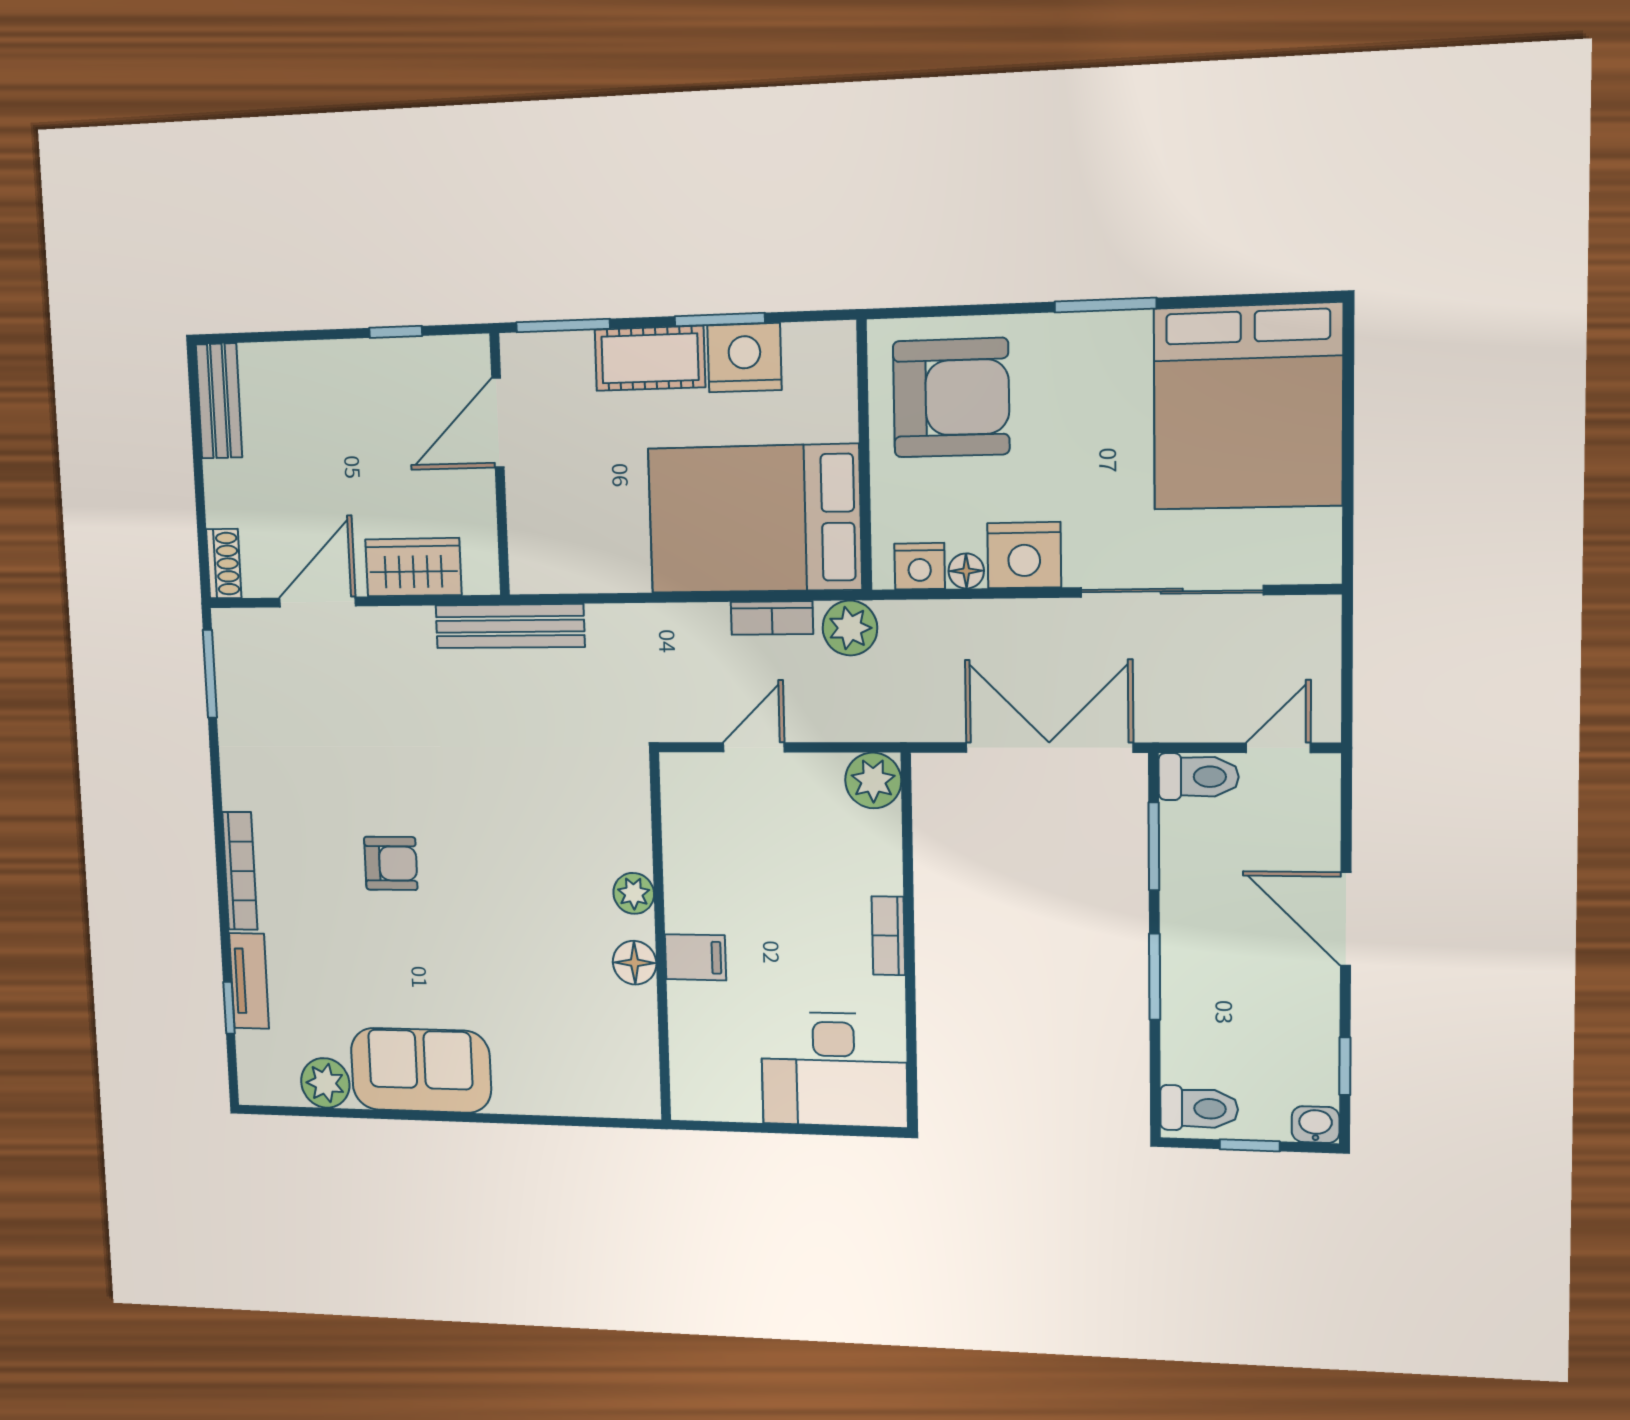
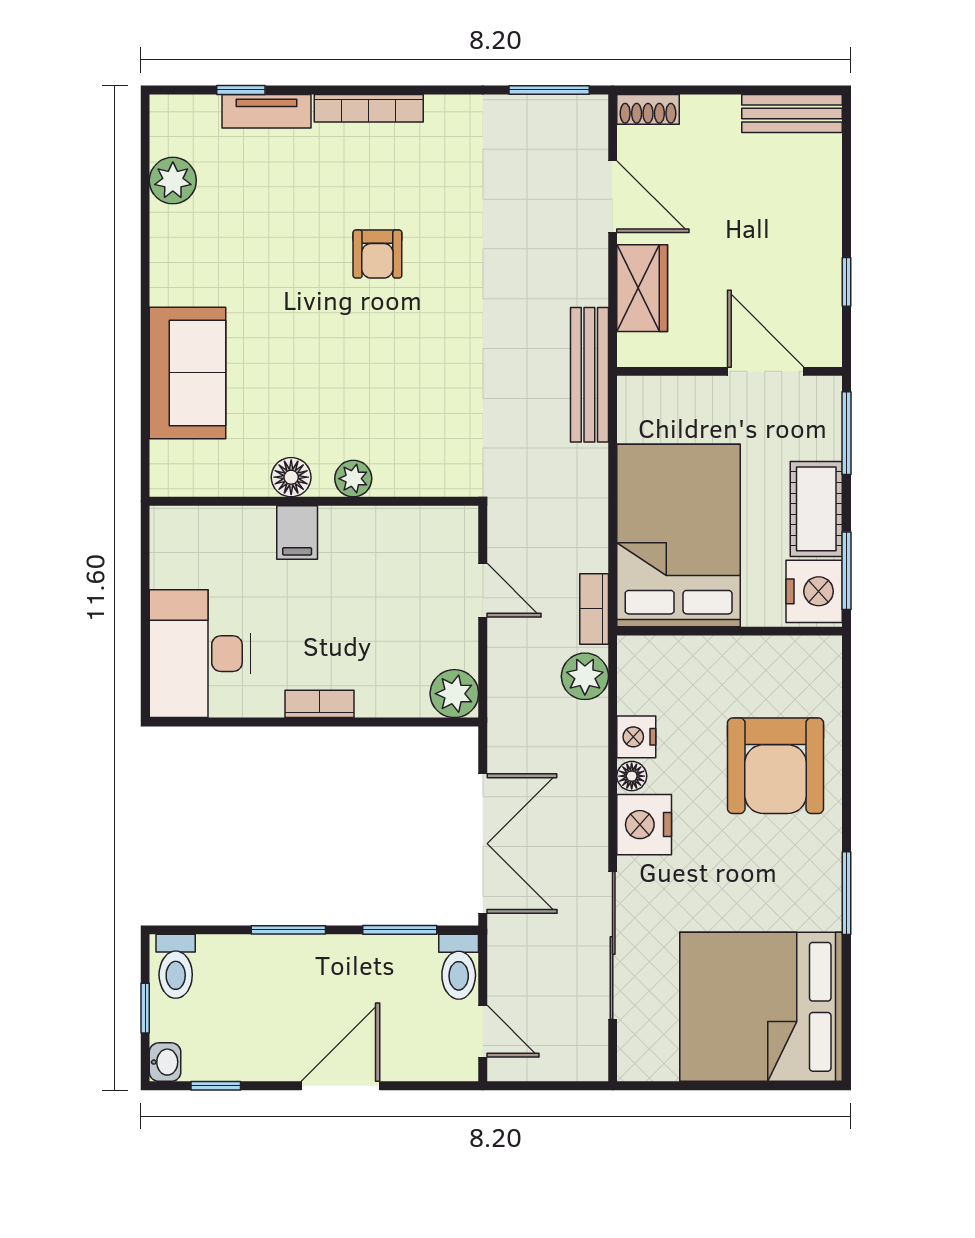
wall: (864, 456) -> (730, 631), moved
bed: (755, 519) -> (679, 536), moved
sofa: (421, 1070) -> (188, 373), moved

